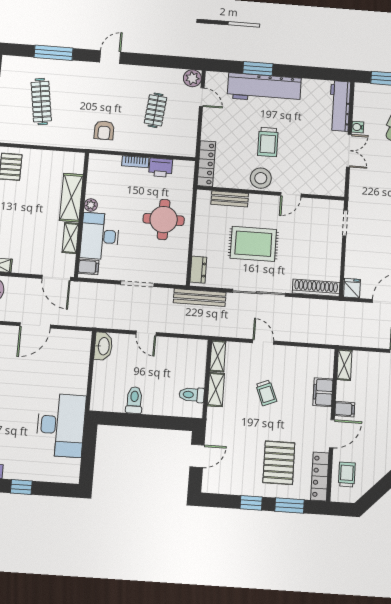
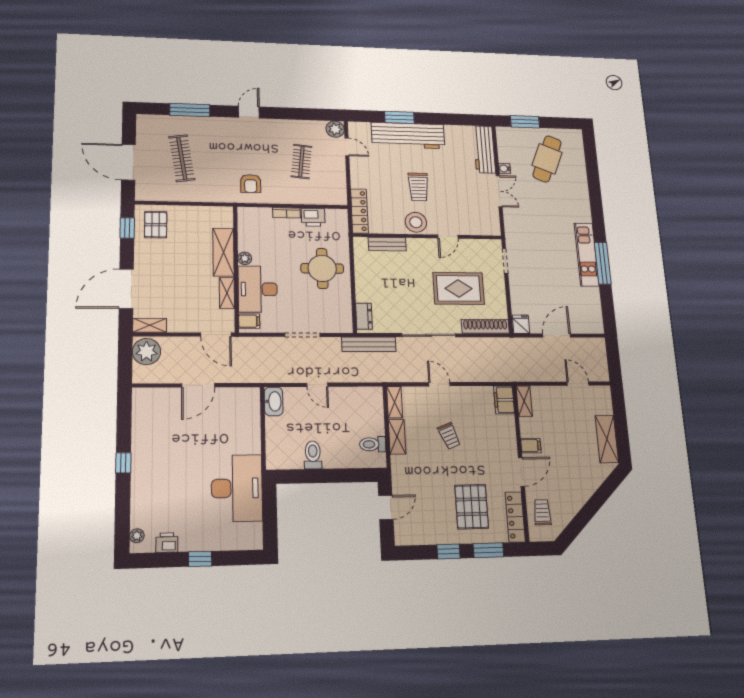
rug: (253, 244) -> (459, 288), moved
filing cabinet: (323, 392) -> (504, 400), moved

